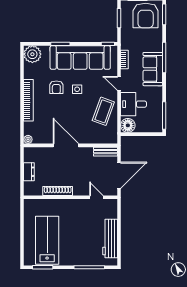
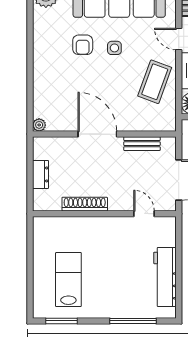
bookcase: (28, 100) -> (40, 65), removed
bench: (106, 152) -> (142, 144), moved
lab bench: (47, 240) -> (68, 280), width x0.73, depth x0.72

